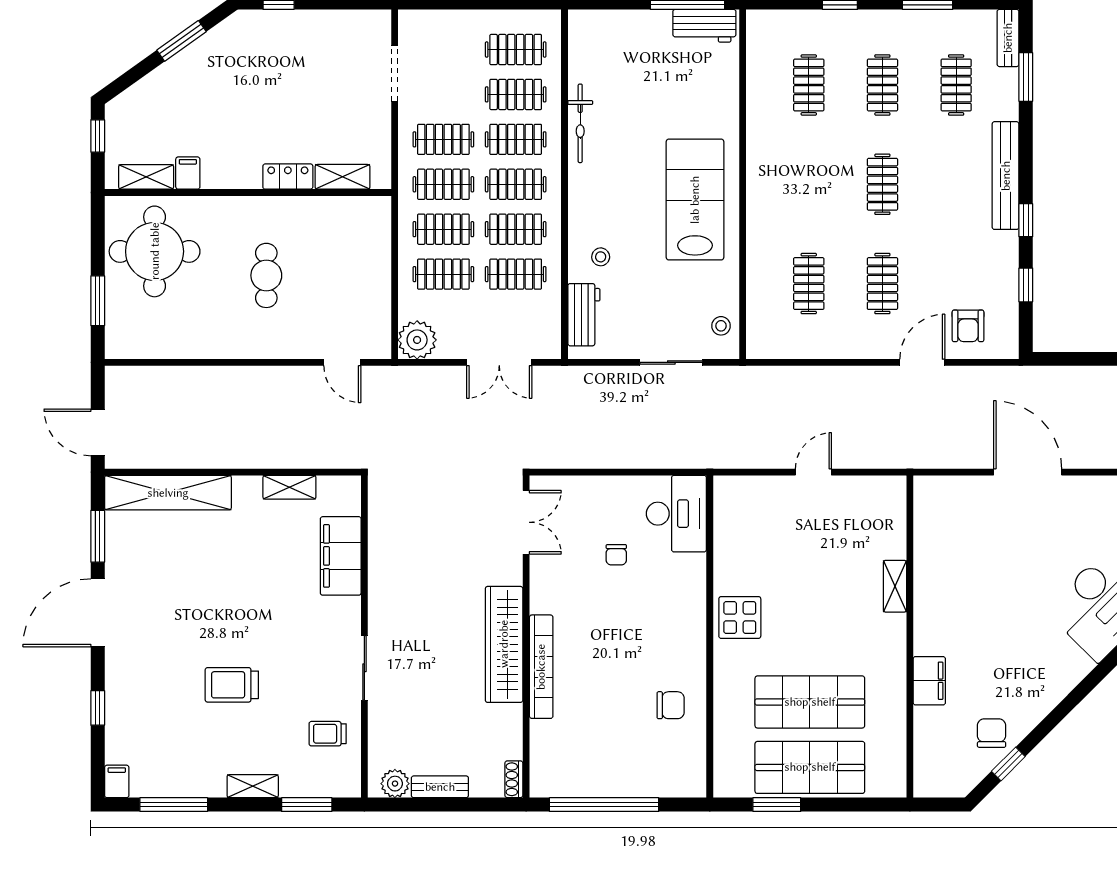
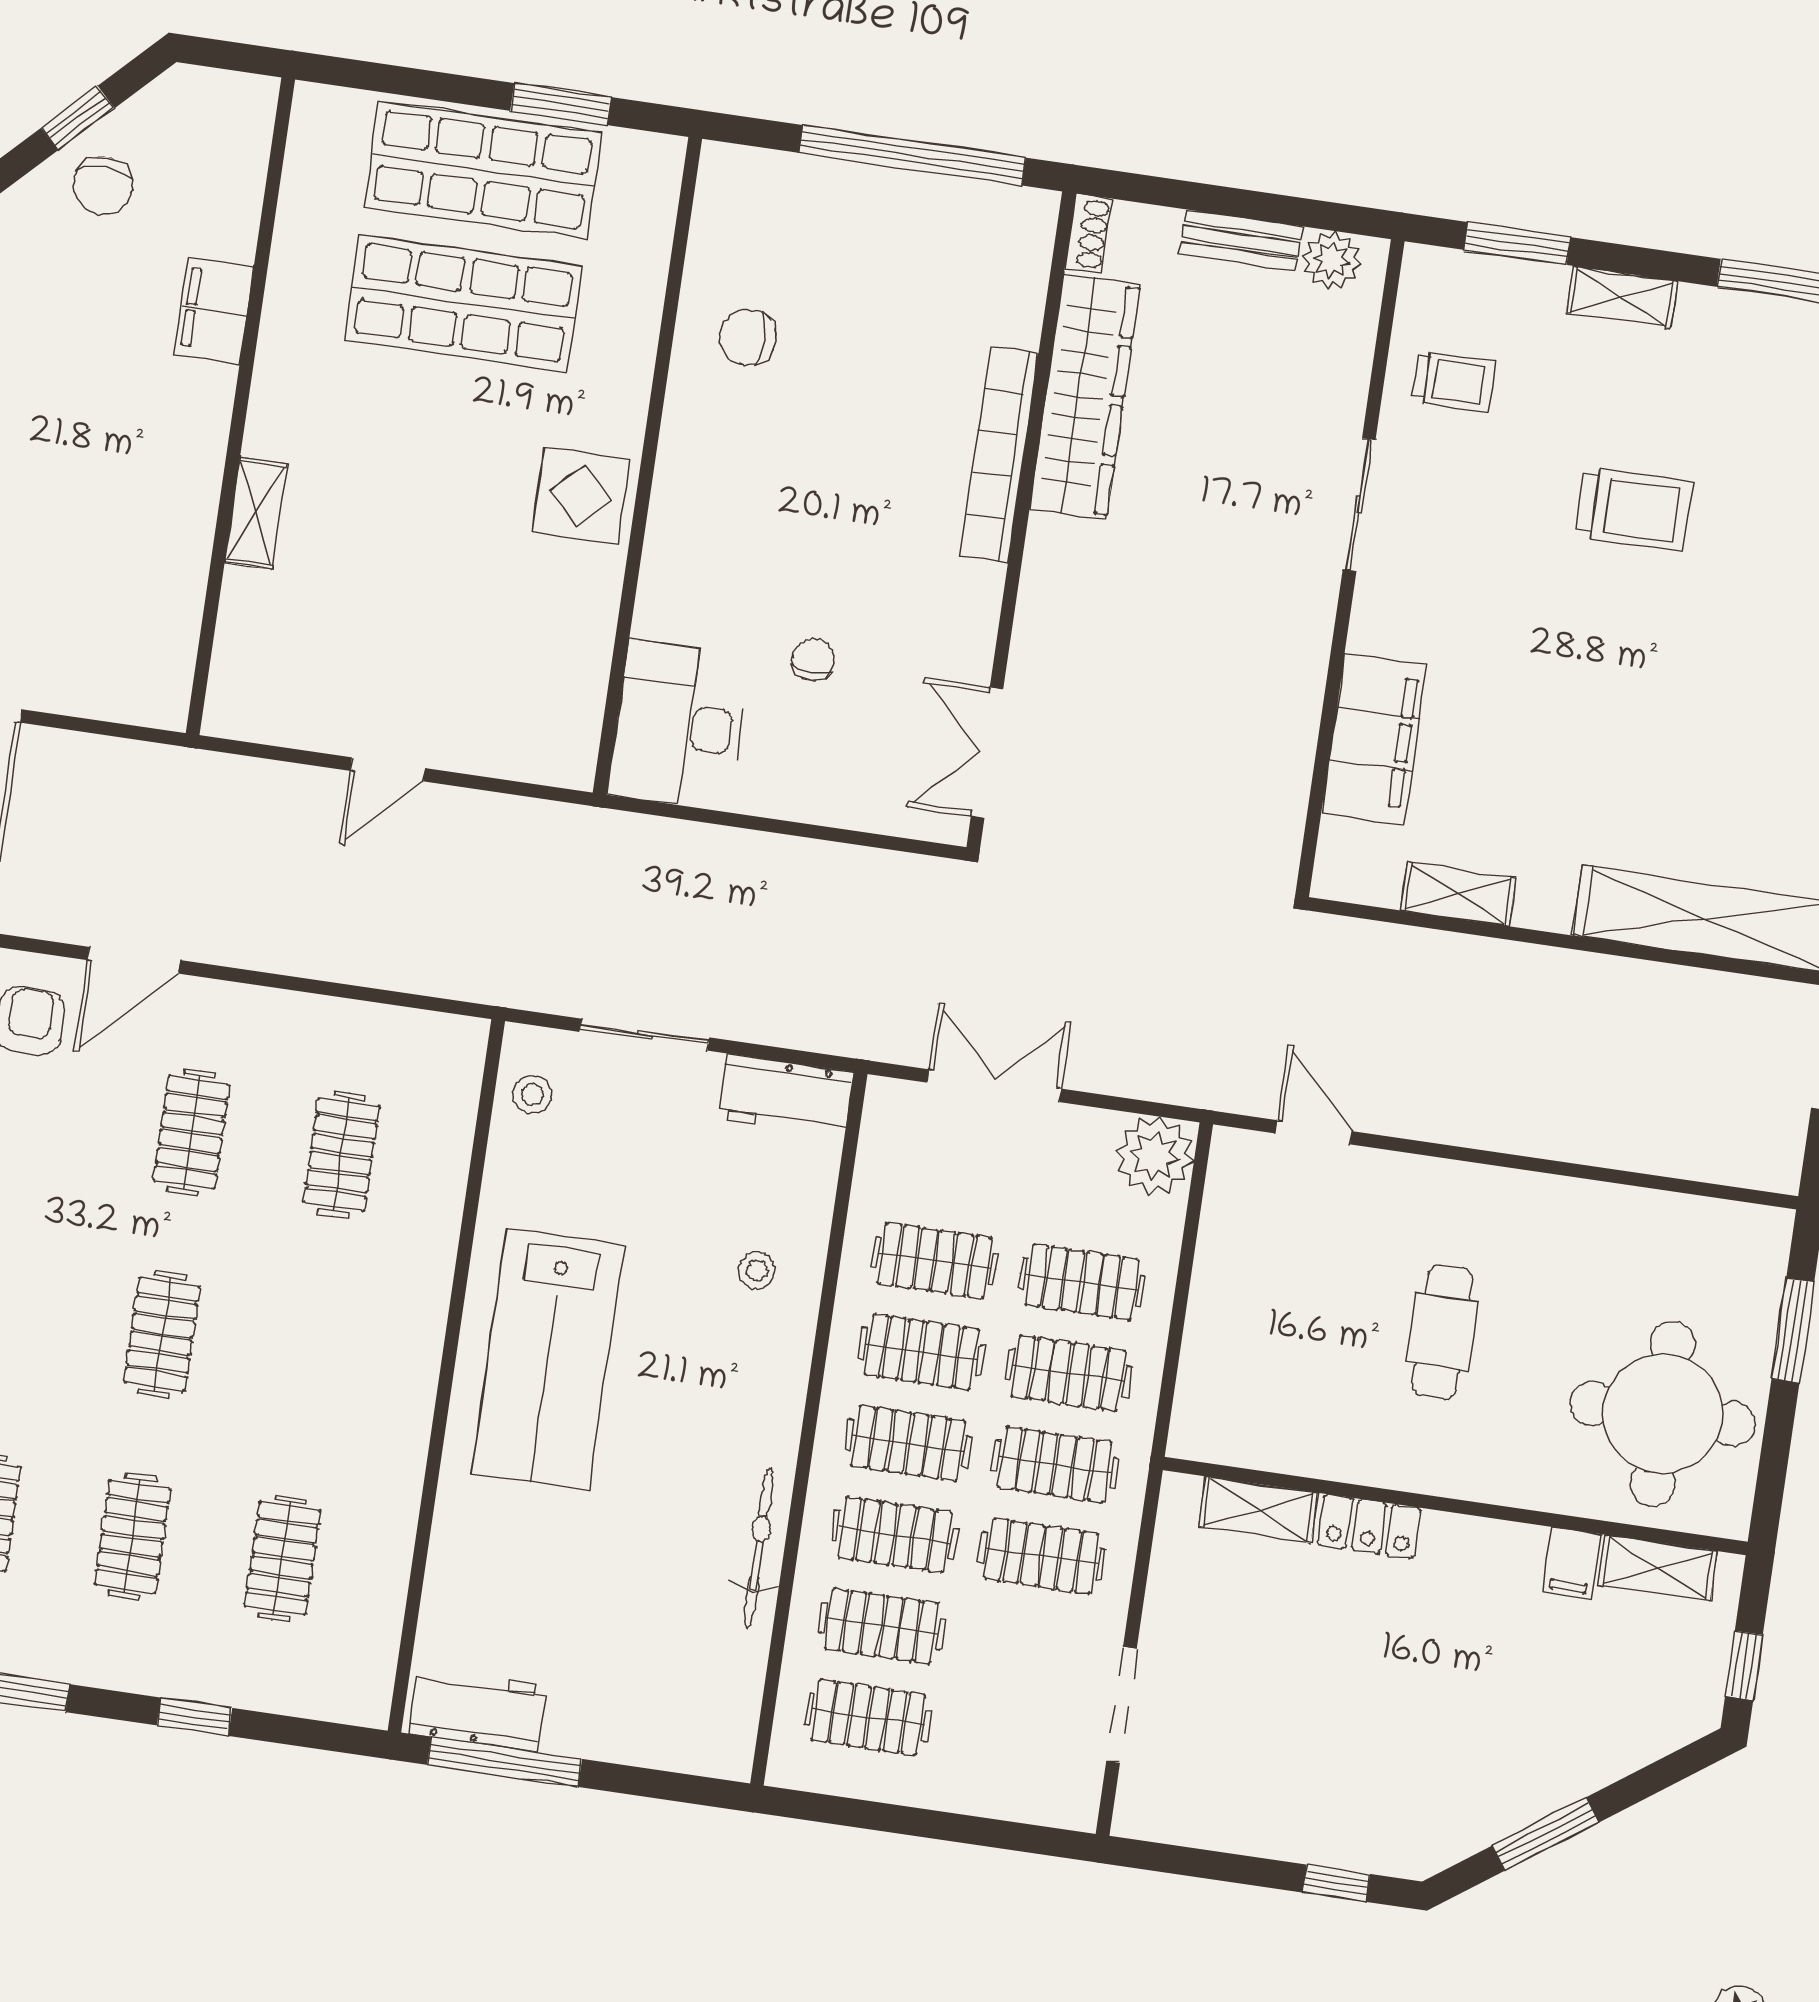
workbench: (584, 315) -> (786, 1096), moved, turned -90
wardrobe: (504, 644) -> (1085, 396), moved

